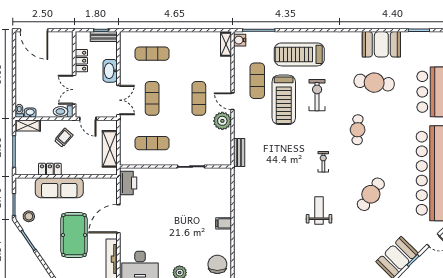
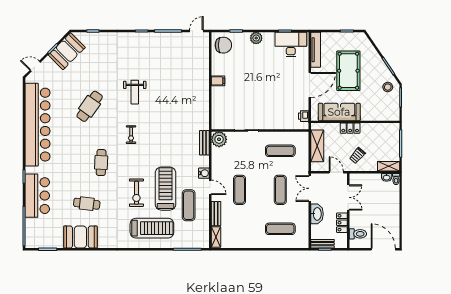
water cooler: (240, 40) -> (204, 173), moved
bench: (226, 71) -> (216, 214), added
cafe table: (374, 83) -> (87, 204), width x0.73, depth x0.74
toilet: (63, 111) -> (358, 234), moved
plant: (222, 121) -> (219, 139), moved
locker: (50, 169) -> (350, 128), moved
printer: (128, 183) -> (304, 116), width x0.53, depth x0.68
sofa: (59, 188) -> (339, 112), moved
chair: (217, 264) -> (223, 45), turned -90

